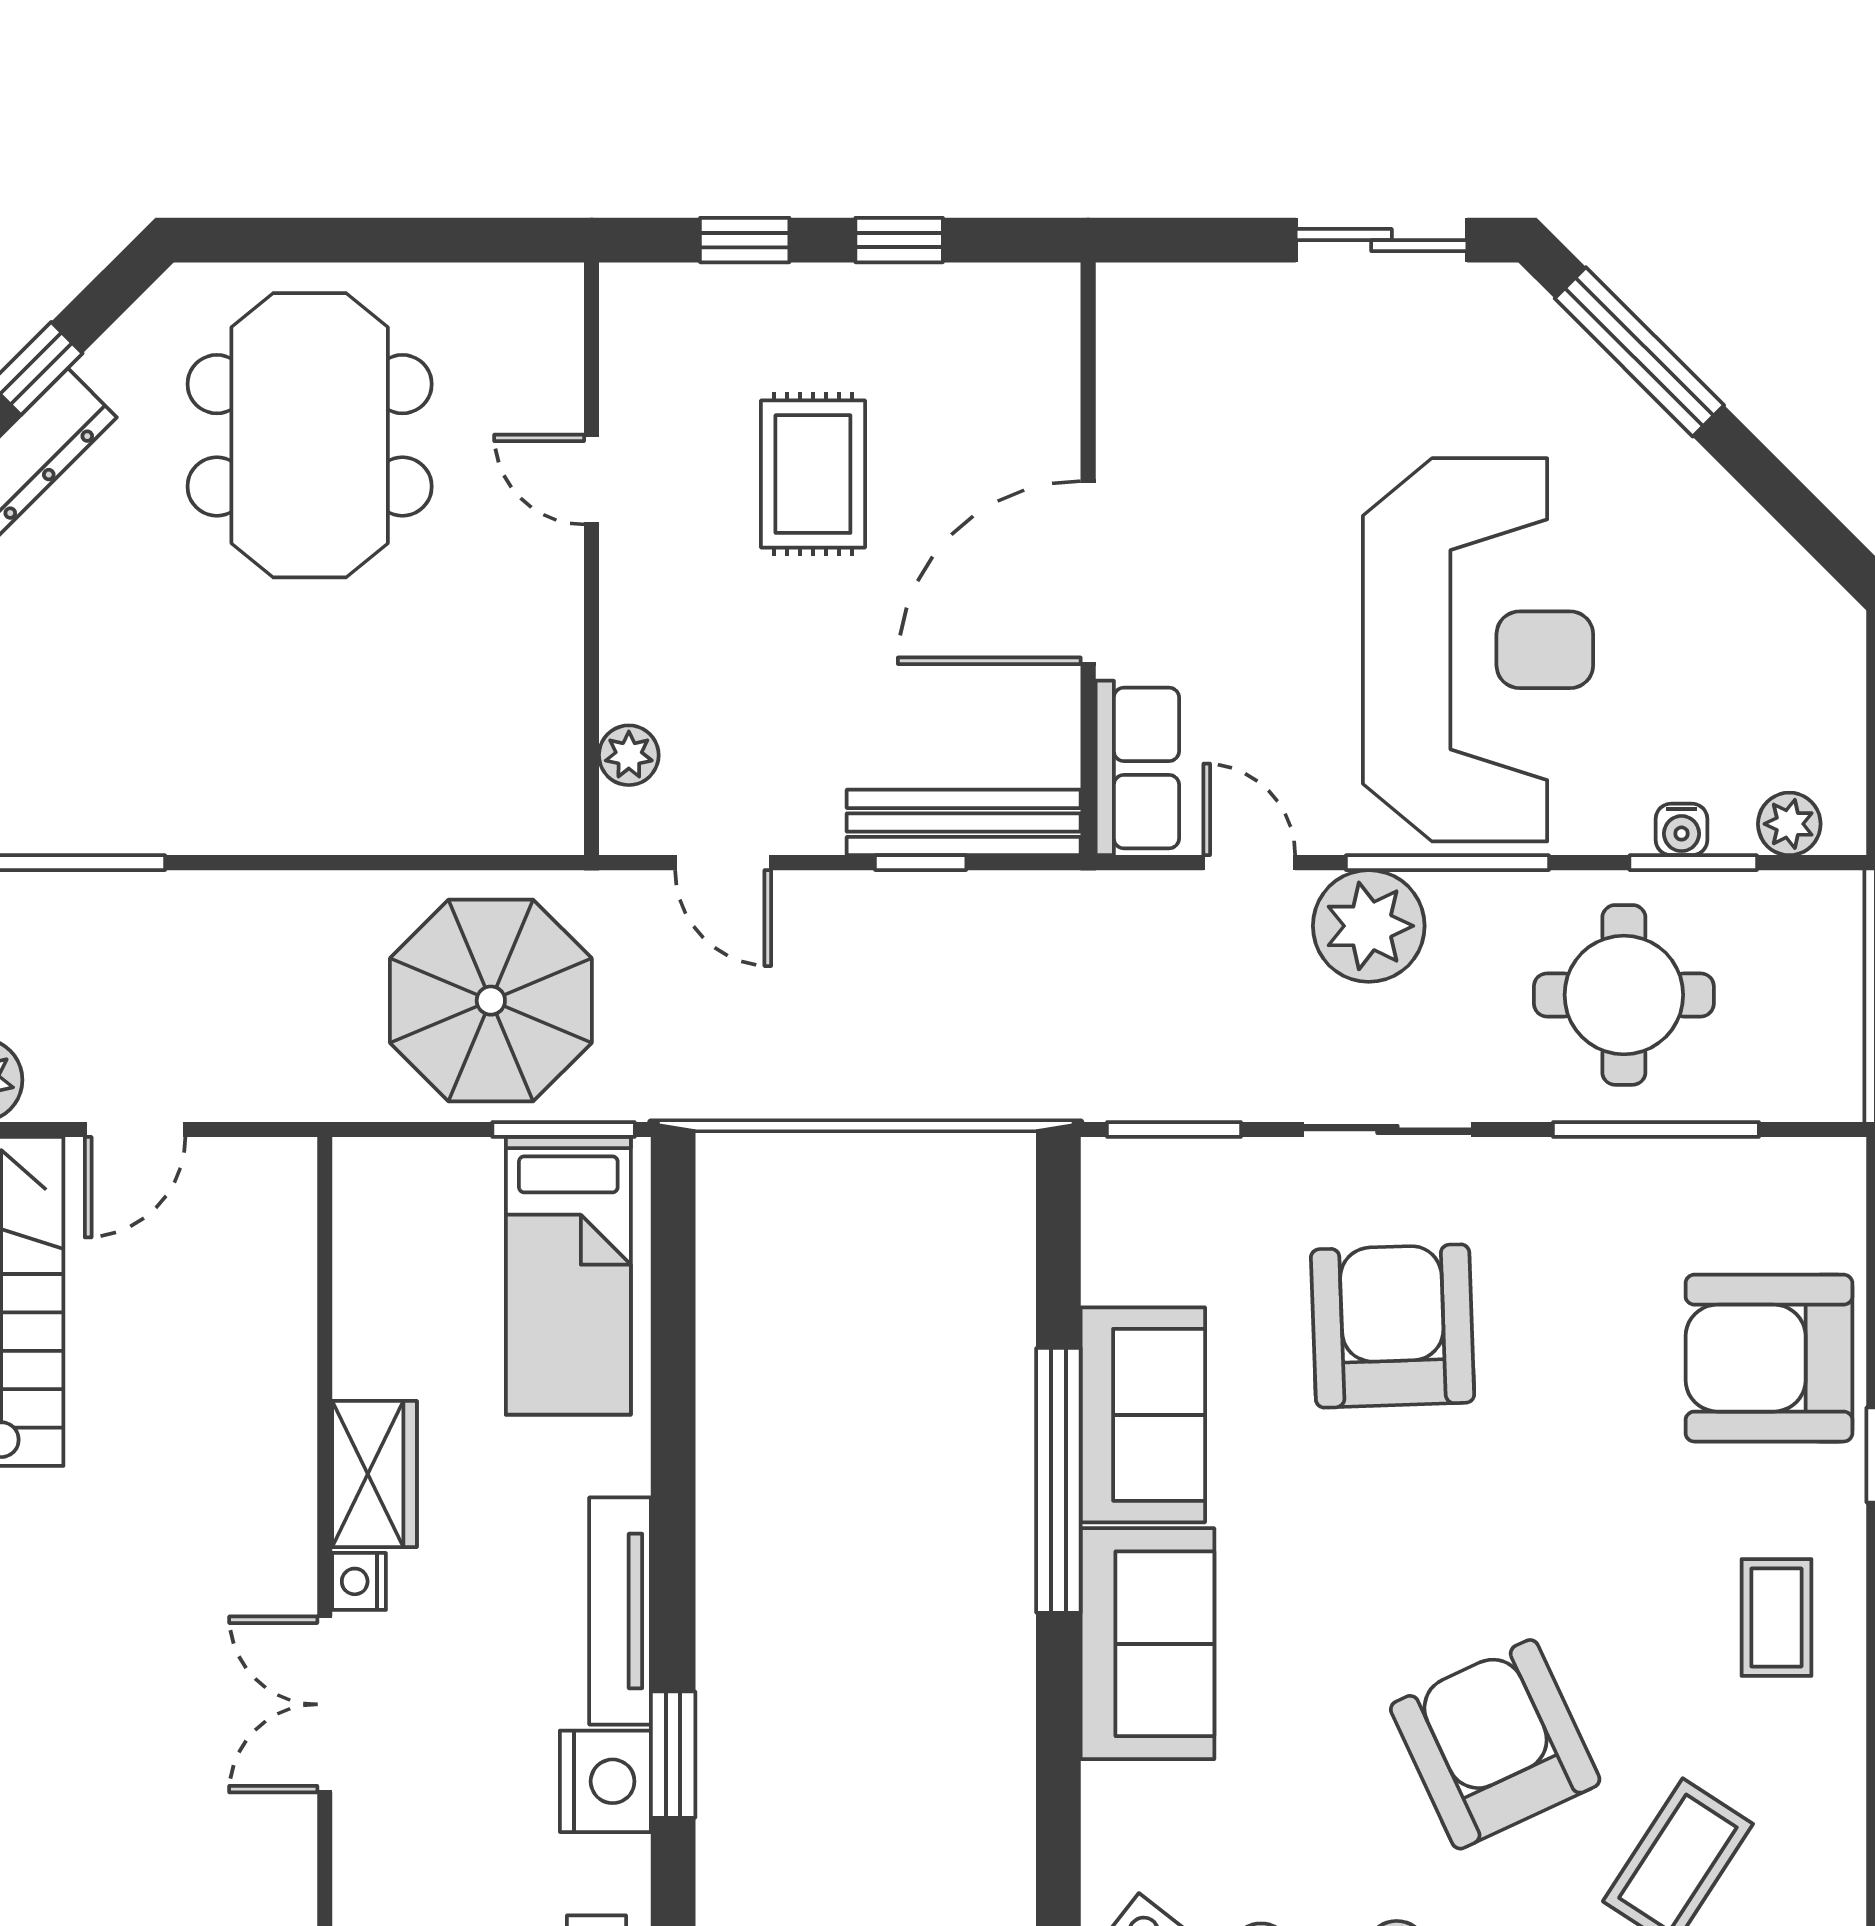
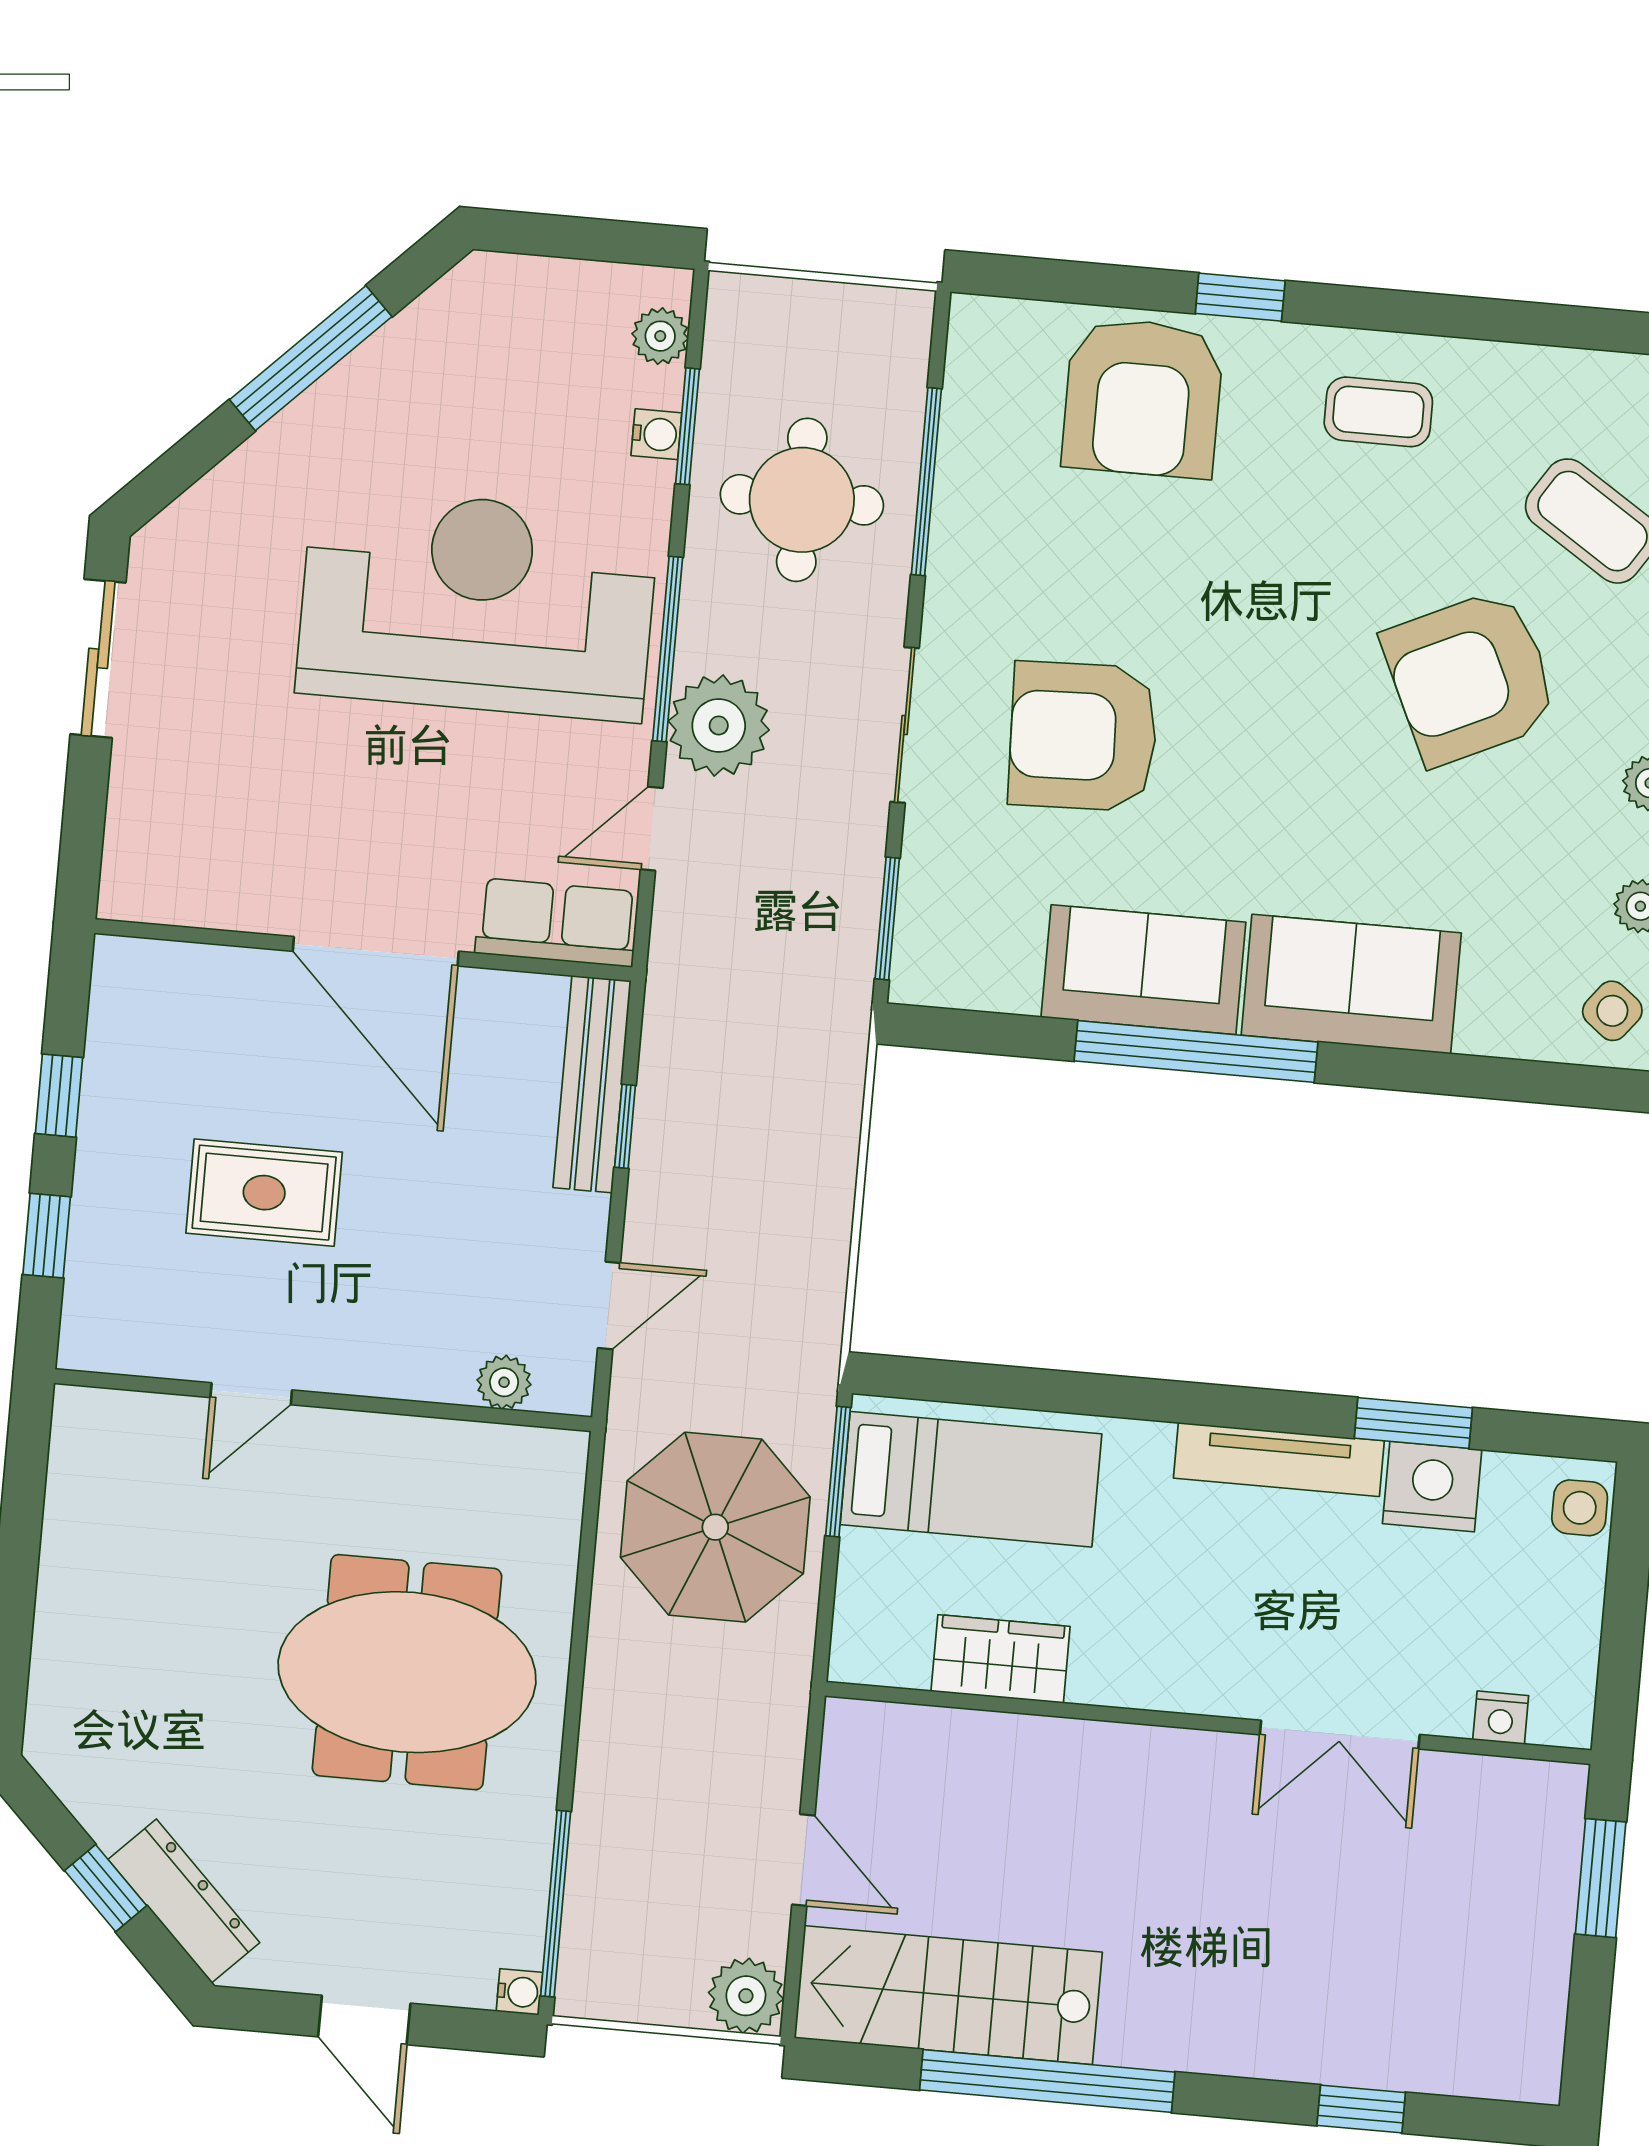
window: (1639, 352) -> (311, 358), moved
meeting table: (310, 435) -> (407, 1672), moved
wardrobe: (374, 1474) -> (1001, 1659), moved
nightstand: (359, 1581) -> (1501, 1718), moved

